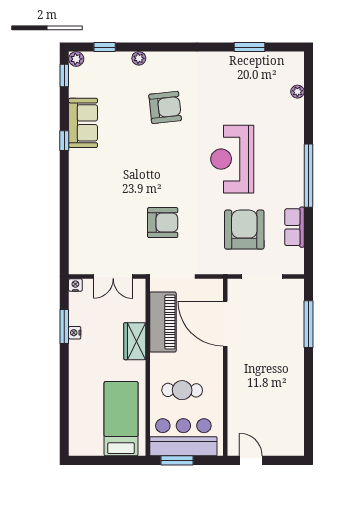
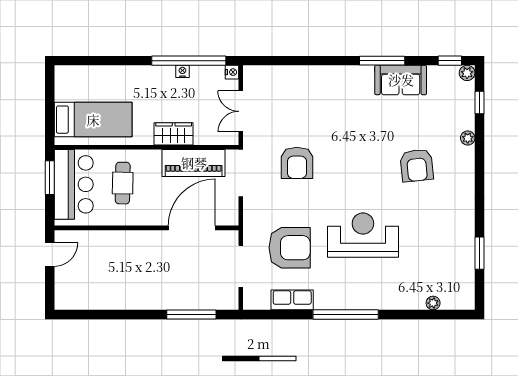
window: (64, 141) -> (382, 61), width x2.17
window: (64, 327) -> (189, 61), width x2.11

